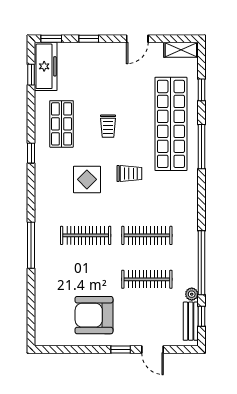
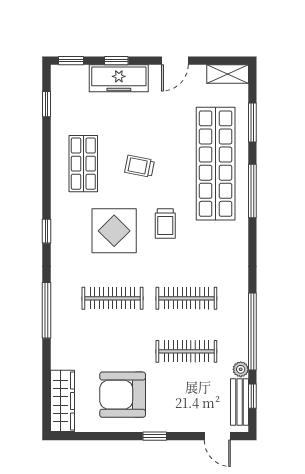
freezer: (46, 66) -> (119, 78), moved, turned 90
window: (201, 90) -> (252, 122), width x1.50
trolley: (108, 126) -> (140, 166), turned 101
window: (31, 153) -> (47, 231), moved
trolley: (129, 173) -> (165, 223), turned 90
display table: (87, 179) -> (114, 231), width x1.36, depth x1.36
wardrobe: (44, 320) -> (62, 401), added
door: (152, 349) -> (217, 436), moved

